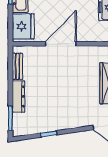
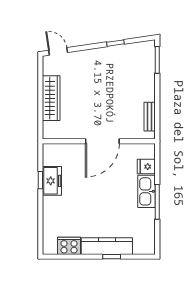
fridge: (23, 26) -> (146, 167), width x0.53, depth x0.75
dresser: (19, 97) -> (148, 84), removed

